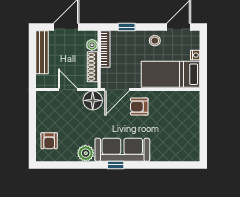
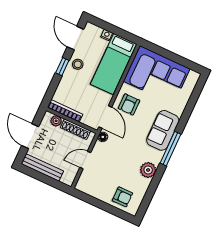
window: (127, 27) -> (62, 67), moved
floor lamp: (93, 100) -> (103, 137), width x0.53, depth x0.53
corner sofa: (179, 120) -> (157, 75), added
sofa: (122, 150) -> (163, 130), width x0.73
window: (116, 165) -> (170, 149), width x2.17

